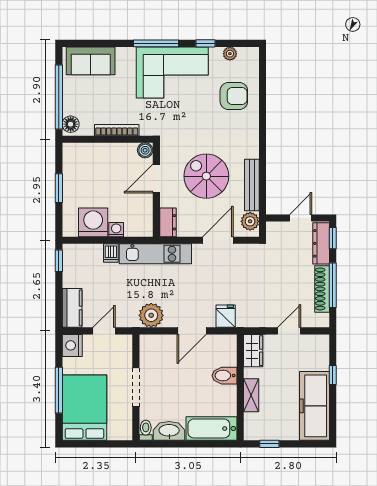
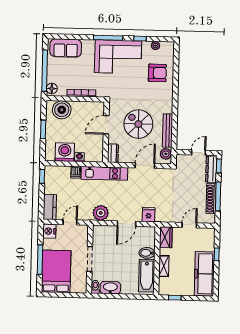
boiler: (145, 150) -> (62, 110), moved, width x1.86, depth x1.86
bathtub: (211, 428) -> (147, 276), moved, turned -90

